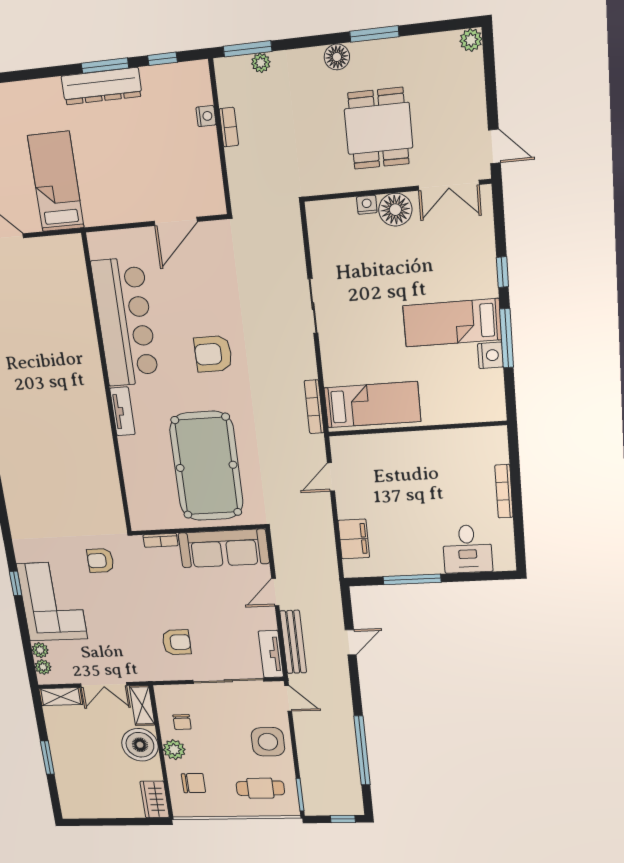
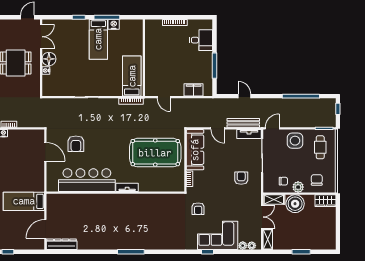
armchair: (213, 354) -> (76, 144), moved

